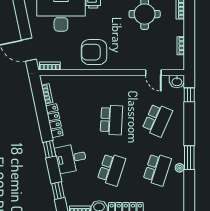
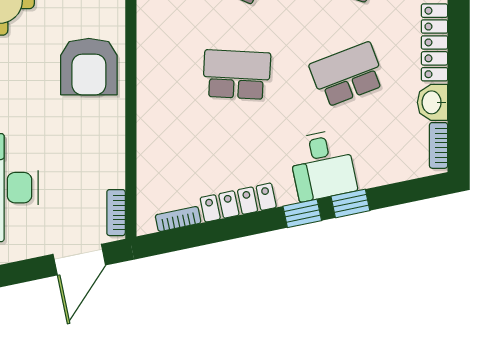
armchair: (94, 52) -> (89, 67), moved
school desk: (111, 169) -> (347, 75), turned -39
window: (58, 191) -> (350, 203), moved

